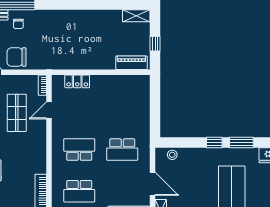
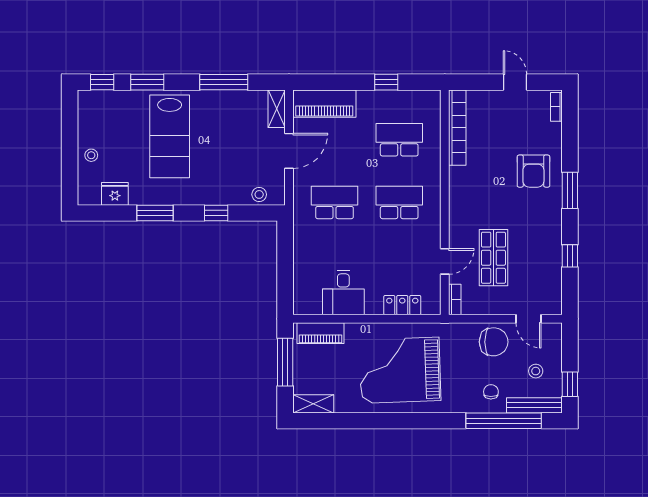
grand piano: (79, 38) -> (400, 370), added
window: (155, 44) -> (285, 362), width x2.17
desk: (116, 90) -> (343, 293), added
window: (214, 143) -> (216, 213), moved
school desk: (79, 150) -> (399, 202), turned 180
door: (152, 184) -> (289, 151), swing flipped

